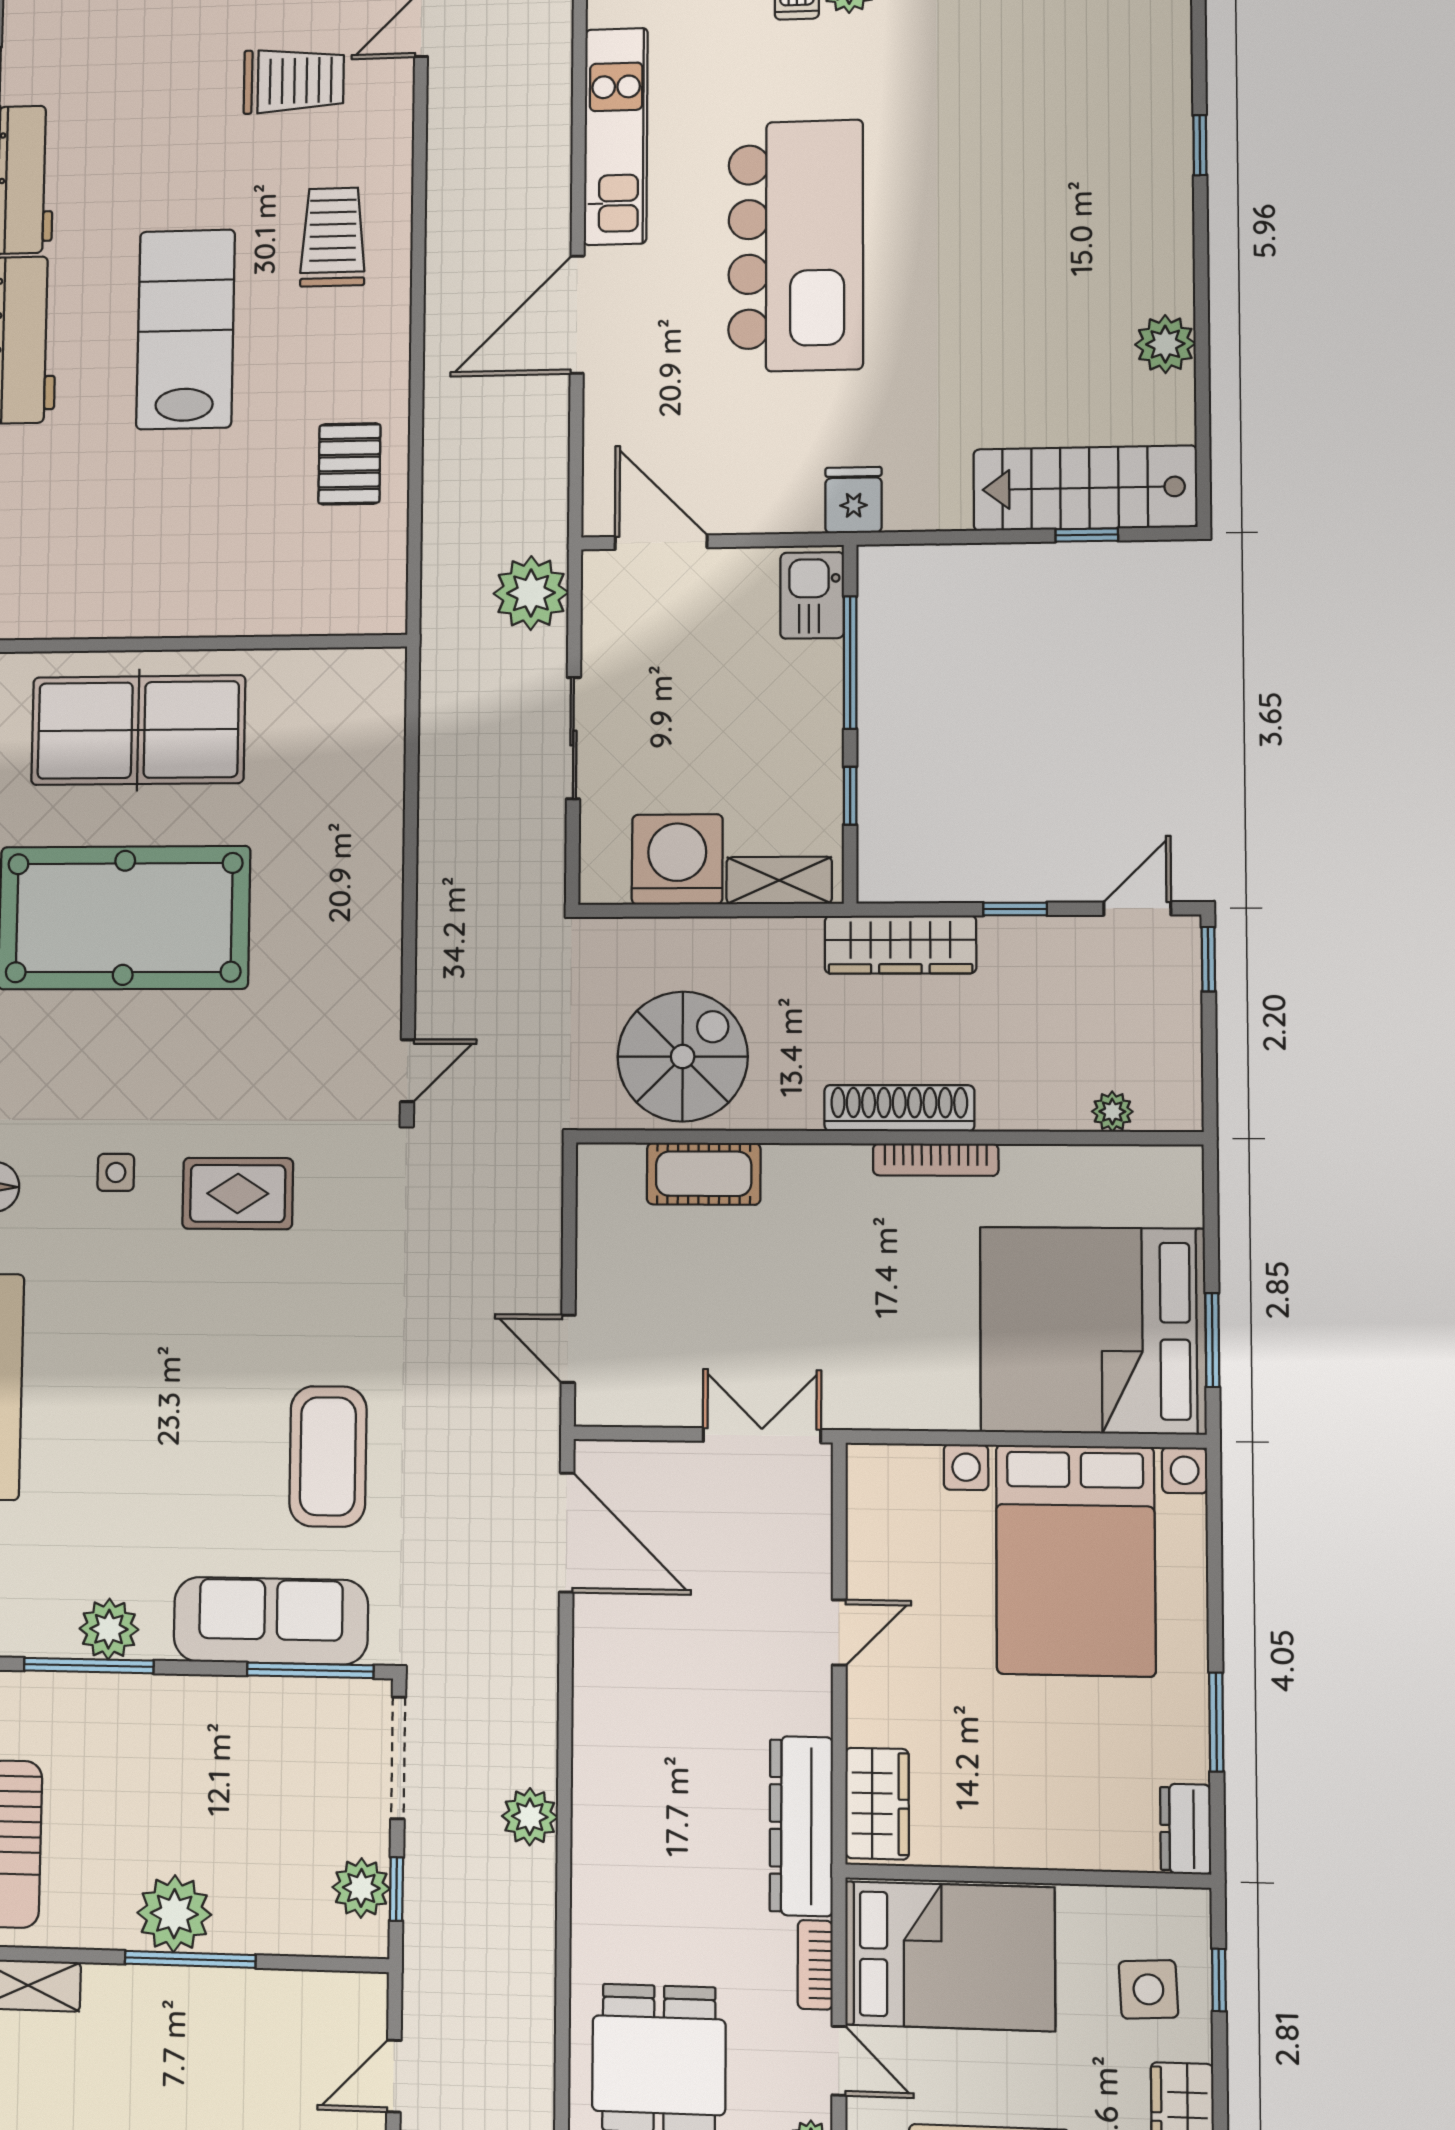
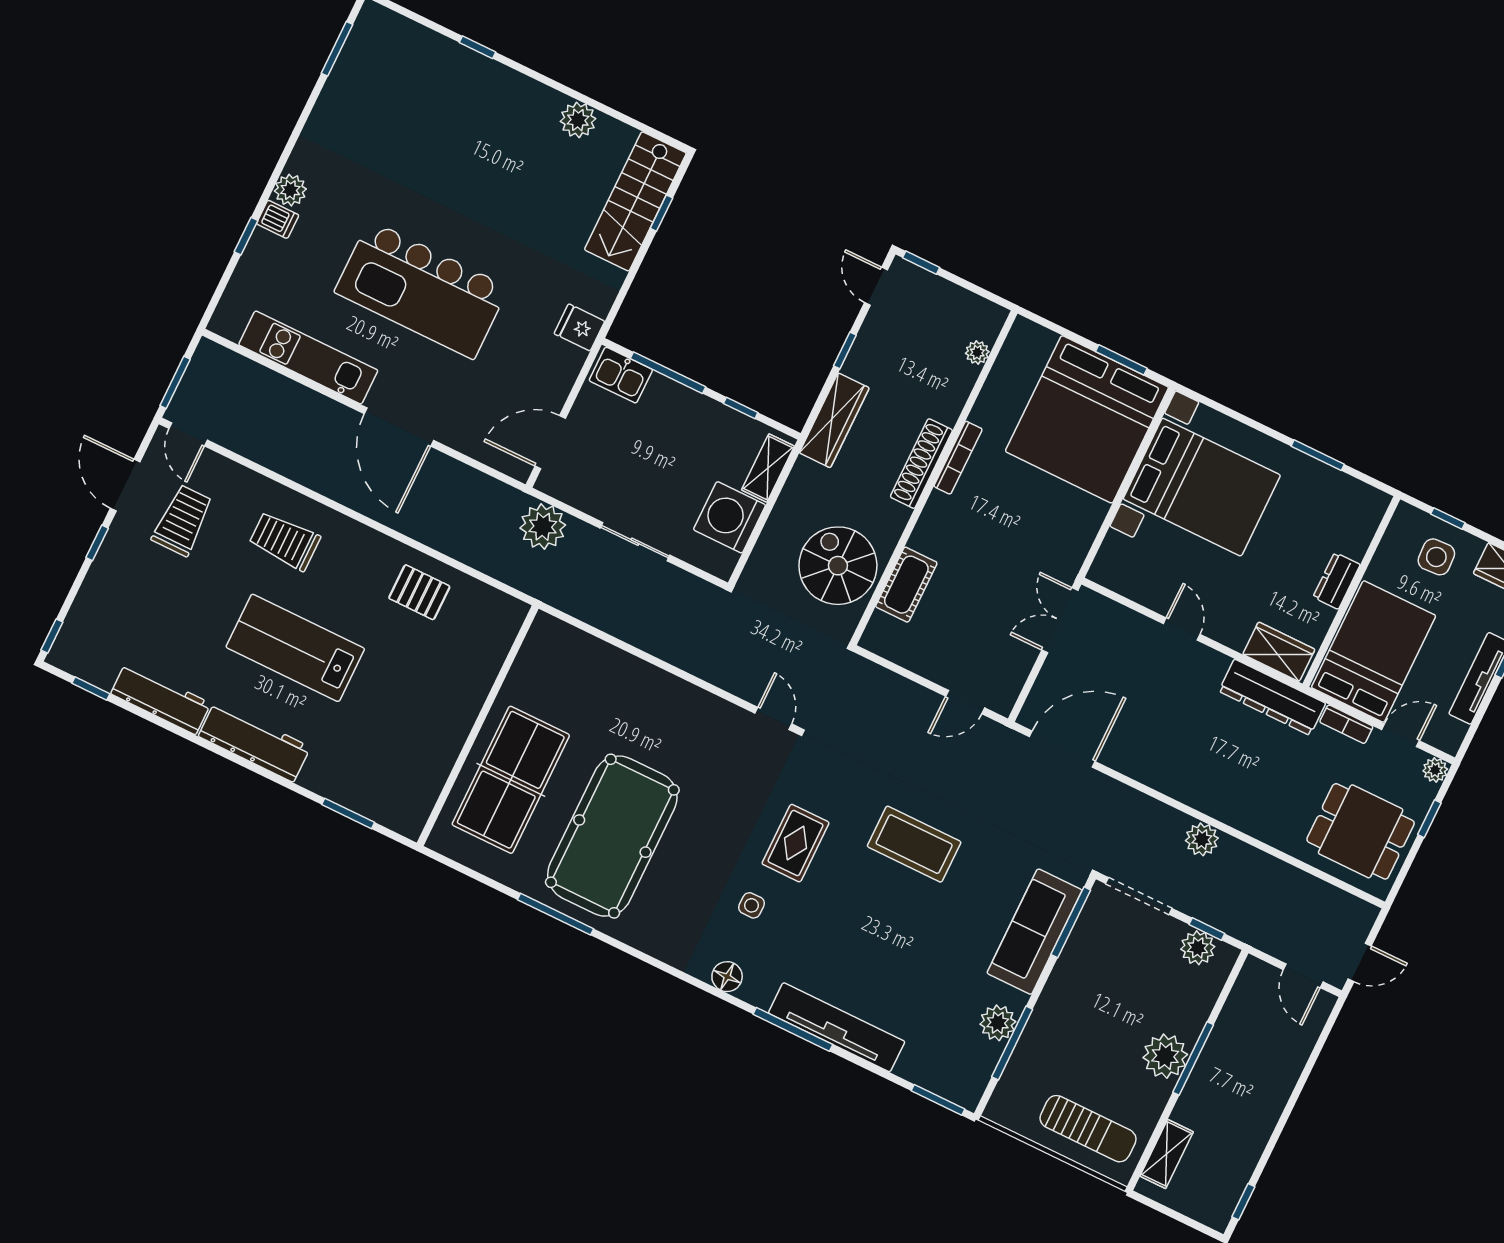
kitchen island: (796, 246) -> (421, 290), turned 180
coffee table: (328, 1456) -> (914, 844), moved
dresser: (1186, 1829) -> (1337, 581), moved, turned 90

